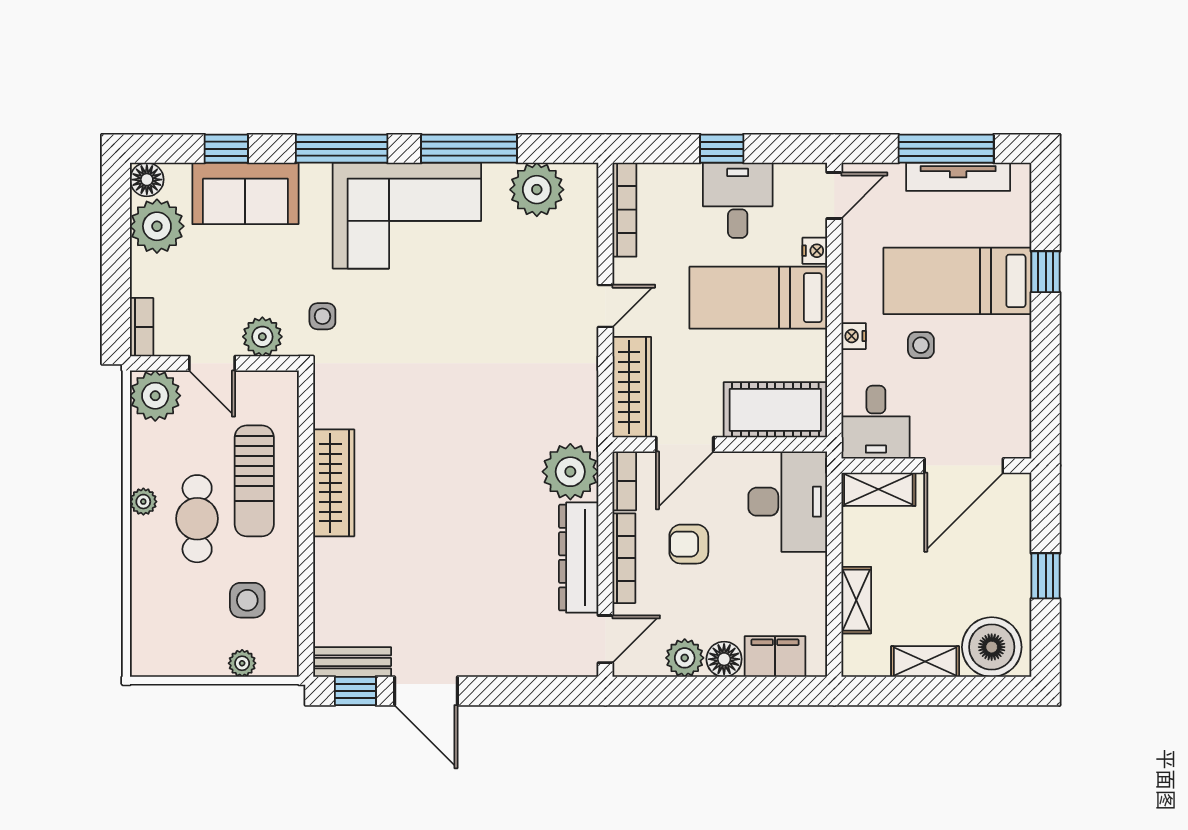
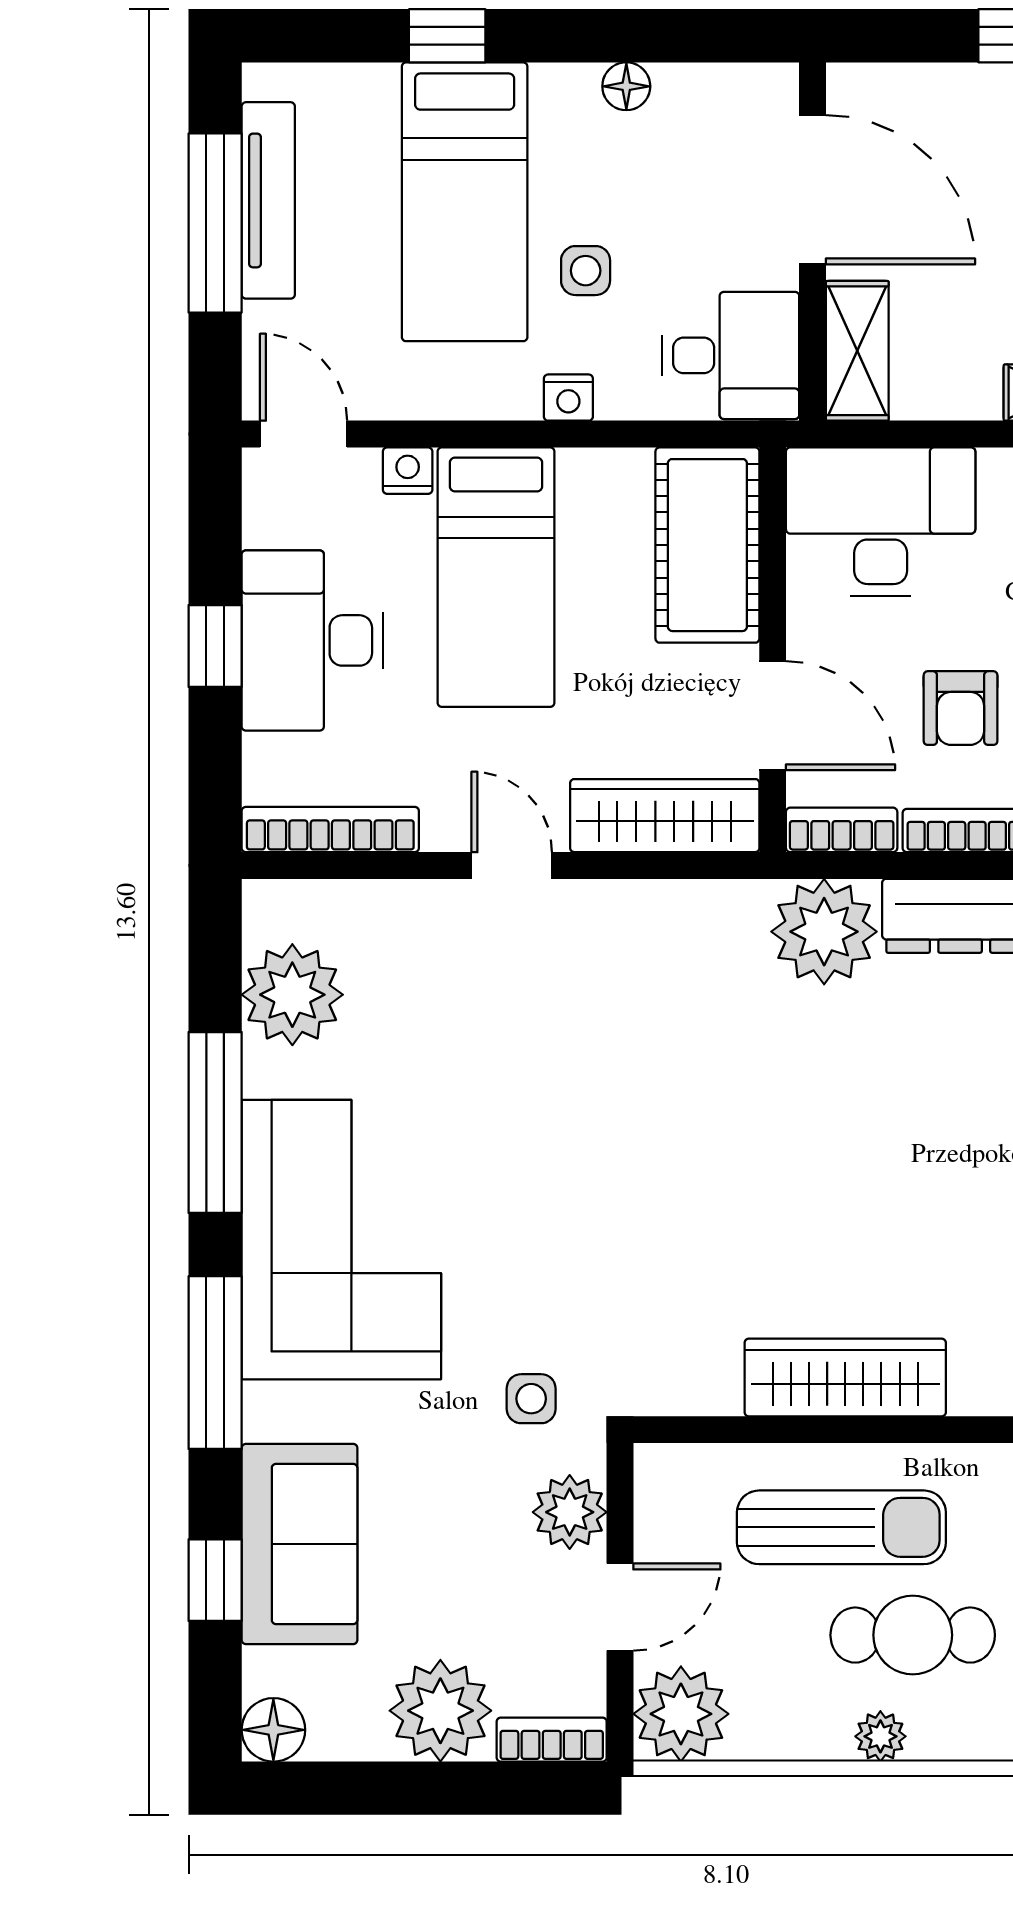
desk: (738, 200) -> (313, 640), width x1.37
plant: (157, 226) -> (440, 1711), moved
floor lamp: (1019, 367) -> (626, 86), added

